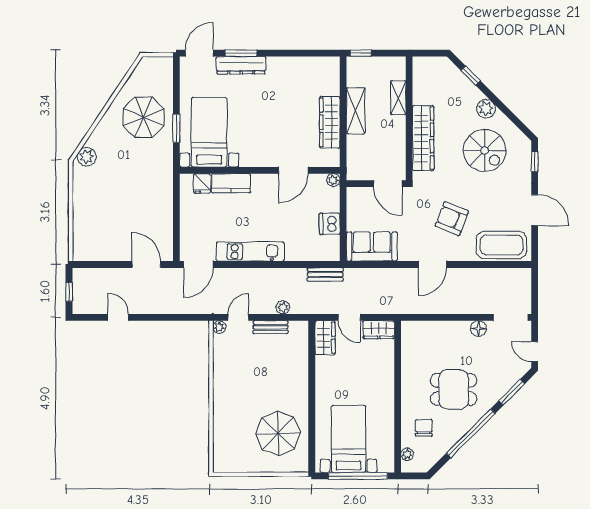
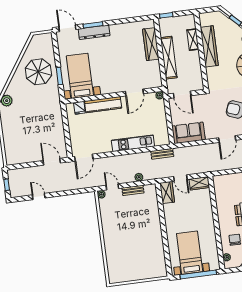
door: (199, 53) -> (67, 28), hinge flipped
shelving: (356, 111) -> (169, 58), width x1.47
wardrobe: (330, 122) -> (151, 44), moved
wardrobe: (423, 138) -> (209, 46), moved
kitchen counter: (231, 183) -> (103, 105), width x1.50
door: (388, 184) -> (182, 95), moved
dishwasher: (330, 224) -> (161, 122), removed
kitchen unit: (250, 252) -> (133, 143), moved
door: (238, 317) -> (112, 187), hinge flipped
parasol: (278, 433) -> (146, 255), removed

